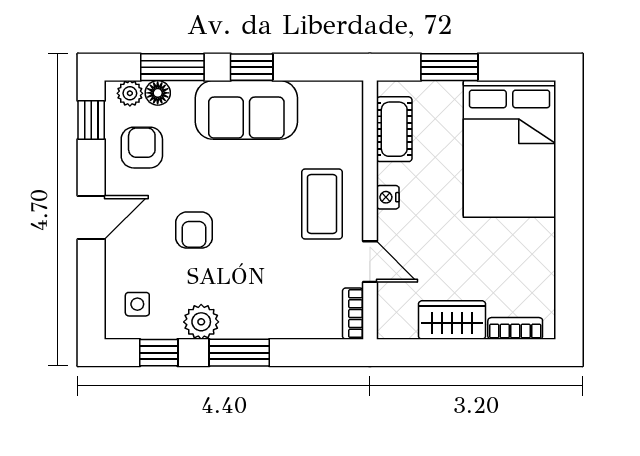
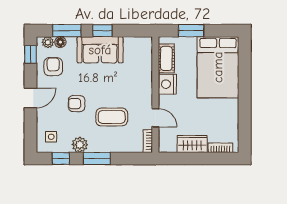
nightstand: (388, 197) -> (167, 84), width x1.89, depth x1.79
coffee table: (322, 204) -> (112, 117), moved, turned 90
armchair: (194, 230) -> (77, 104), turned 90

